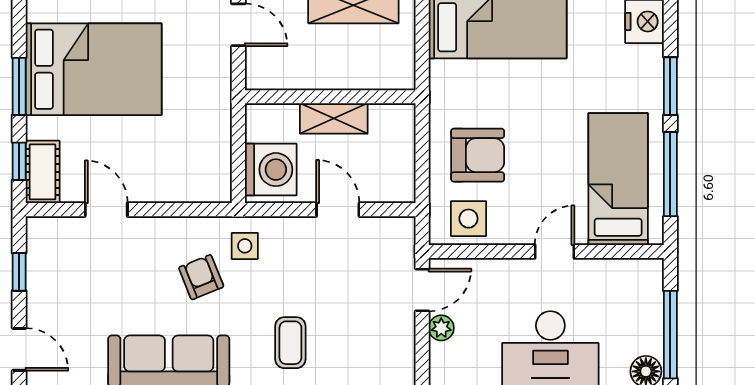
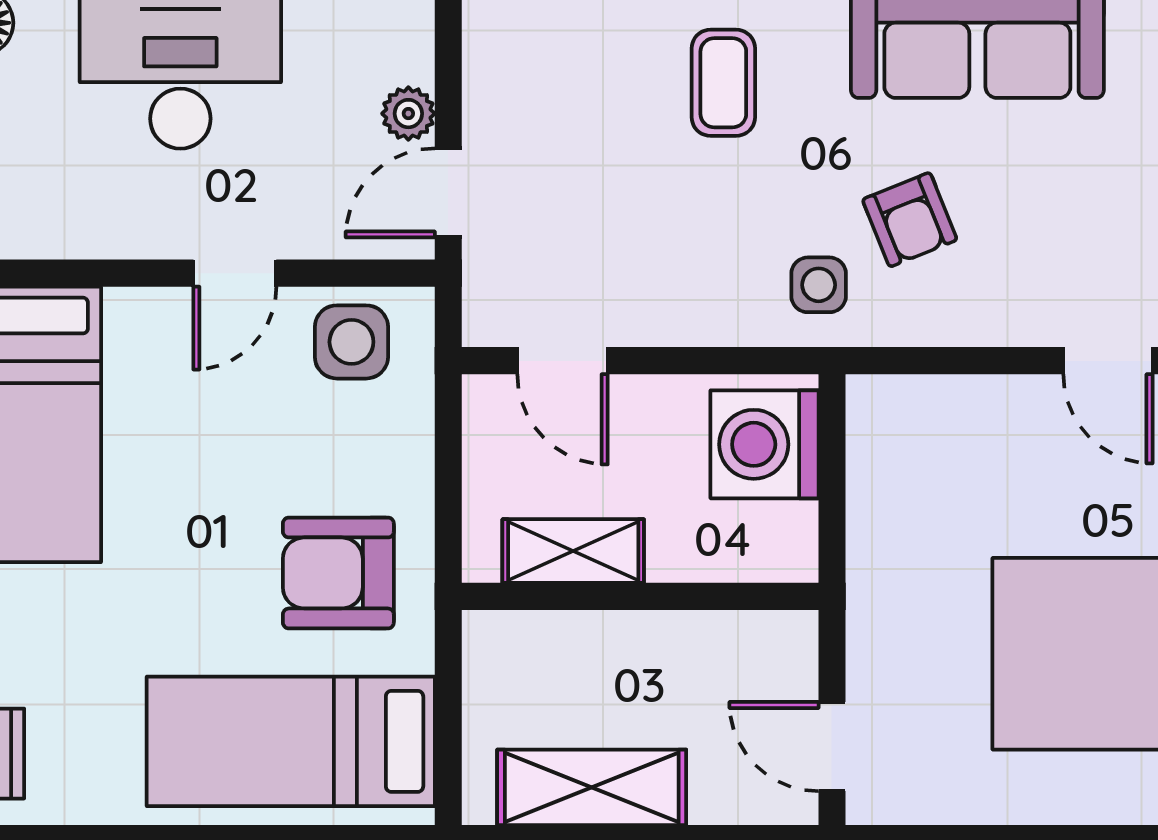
shelving: (334, 118) -> (573, 551), moved
armchair: (478, 155) -> (338, 573), moved
door: (338, 210) -> (563, 361), moved
door: (554, 251) -> (235, 273), moved

